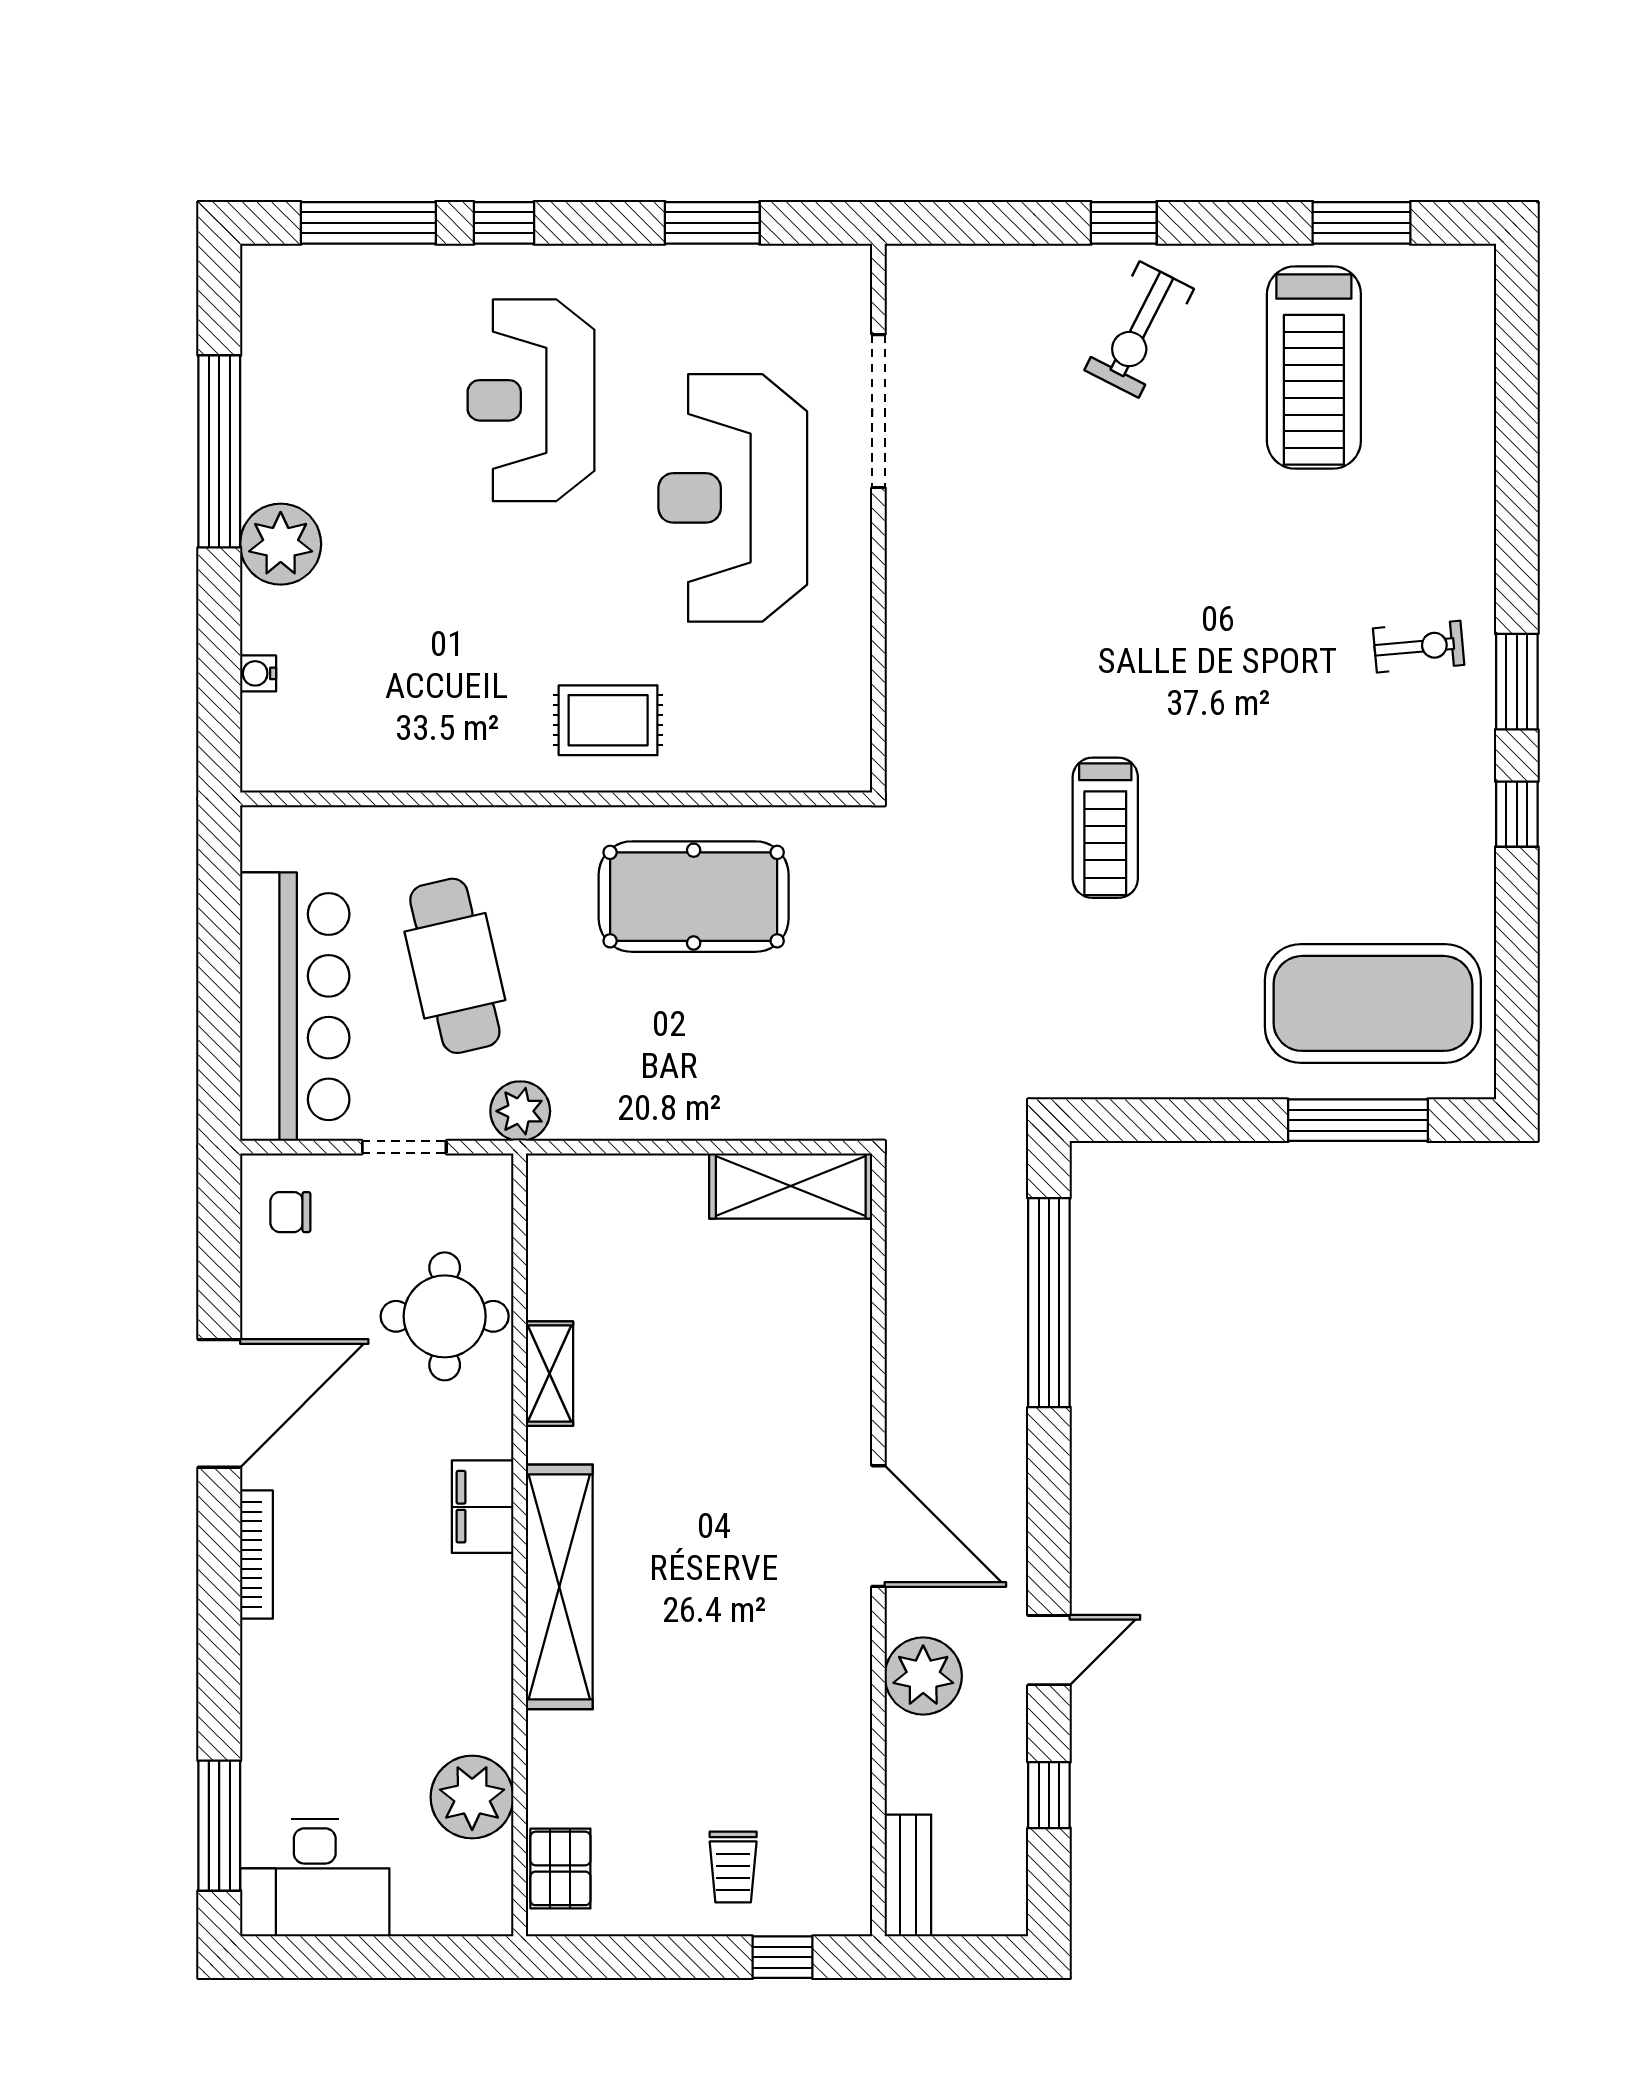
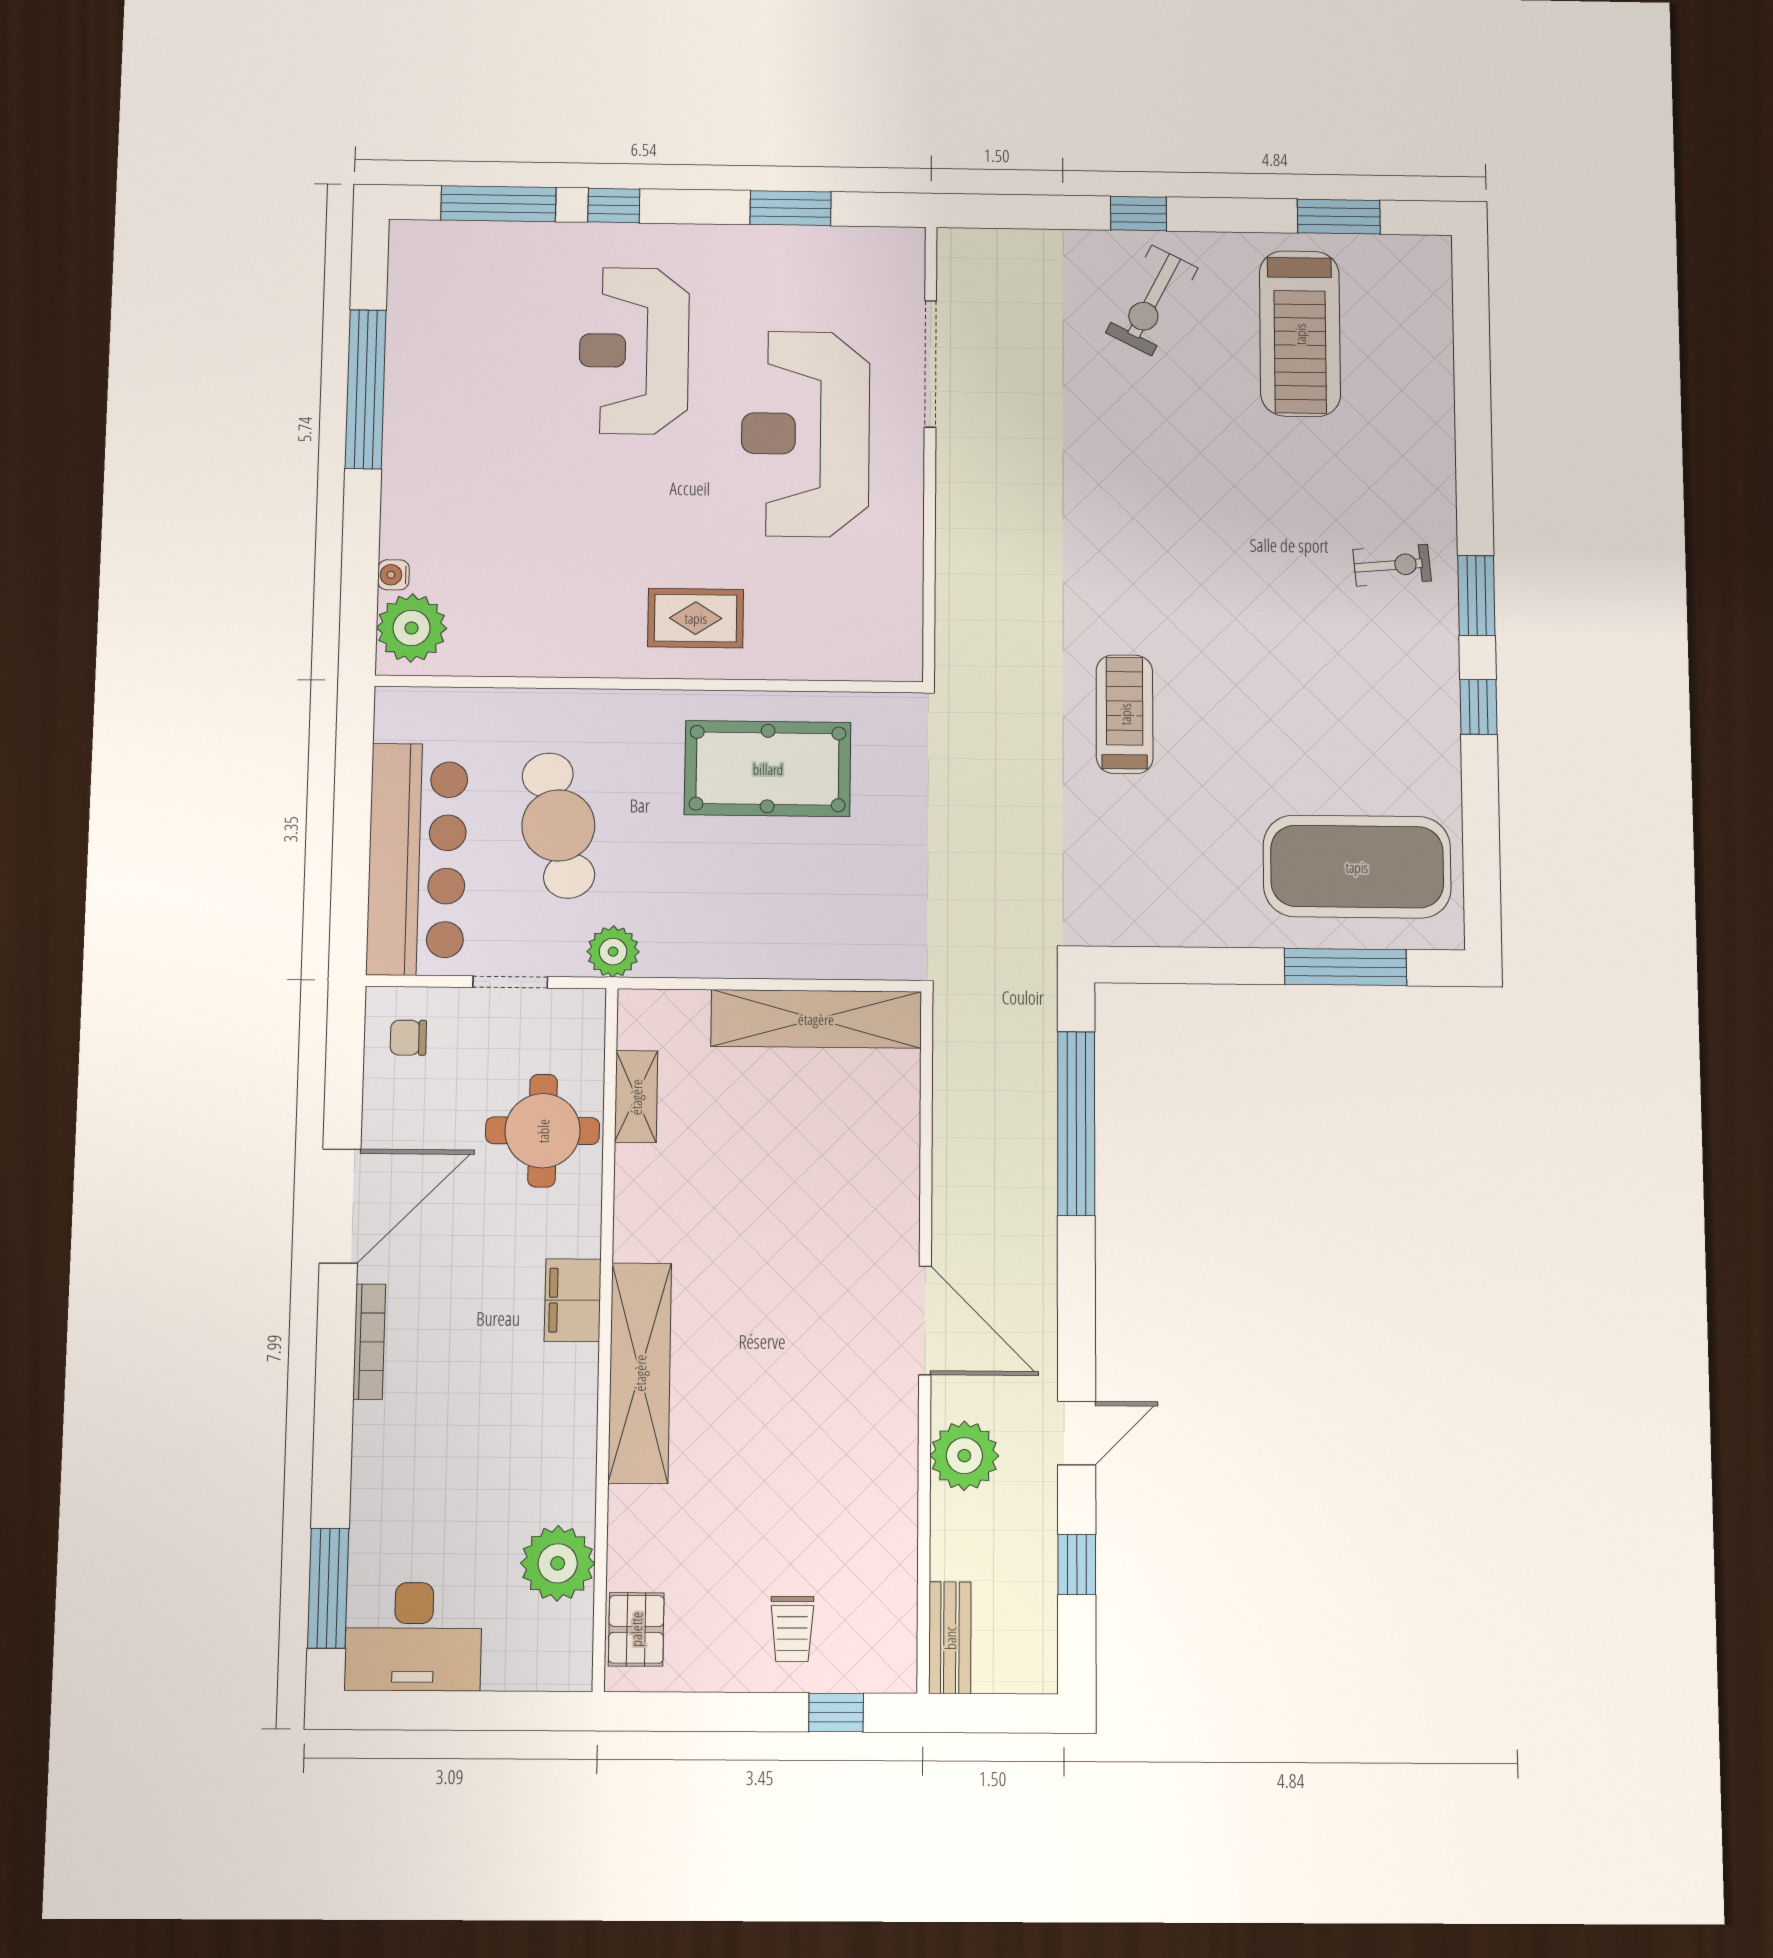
plant: (281, 544) -> (412, 628), moved
treadmill: (1105, 828) -> (1125, 714), turned 180
shelving: (791, 1186) -> (816, 1019), width x1.47
shelving: (549, 1374) -> (636, 1097), moved

